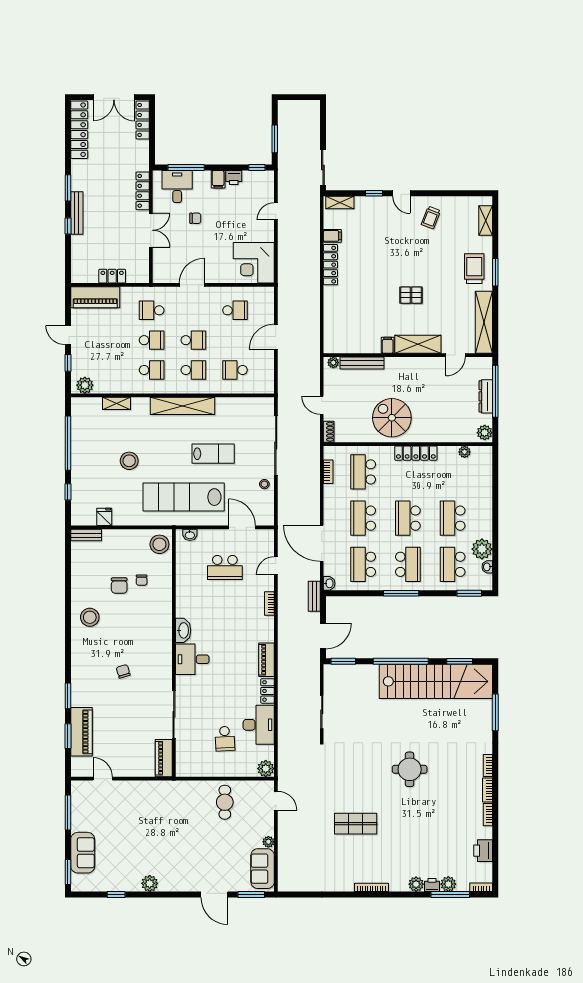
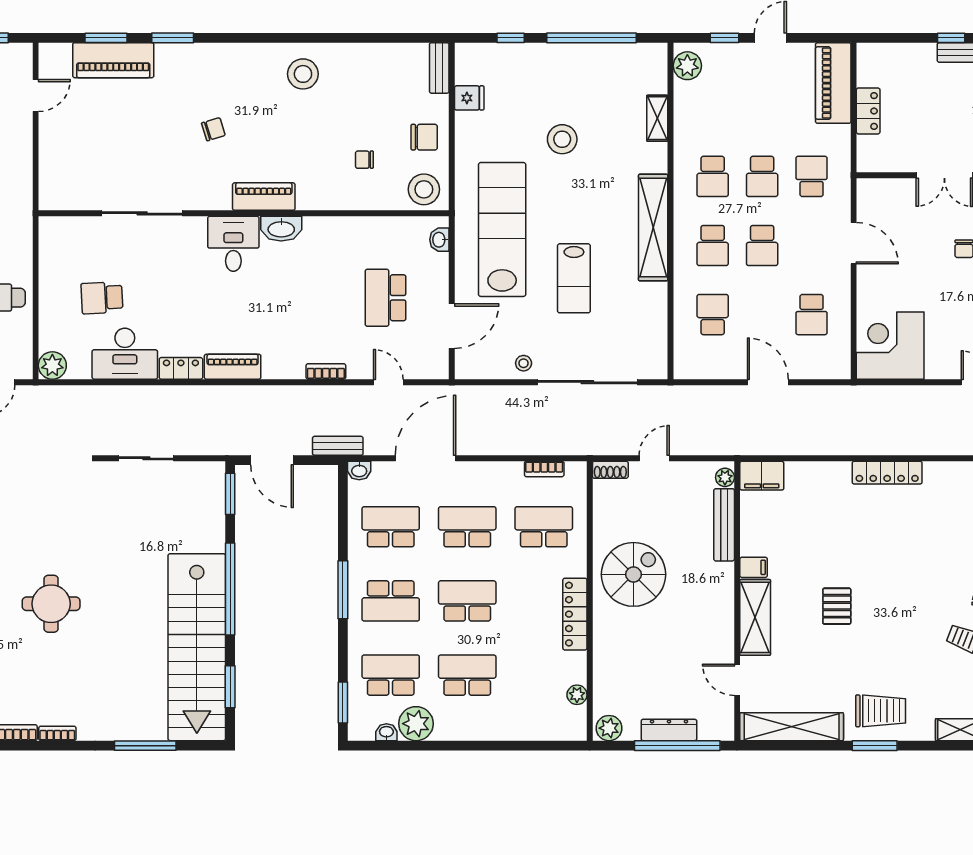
filing cabinet: (332, 236) -> (762, 476), moved, width x2.00
chair: (119, 586) -> (424, 137), moved, turned 180
piano: (164, 758) -> (264, 197), moved

